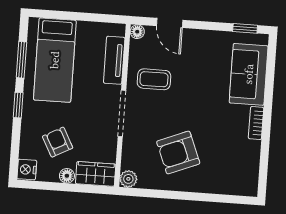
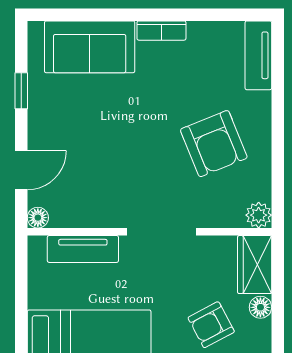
window: (245, 28) -> (21, 91), moved
coffee table: (154, 79) -> (107, 188), removed
tv unit: (235, 186) -> (258, 55), added

